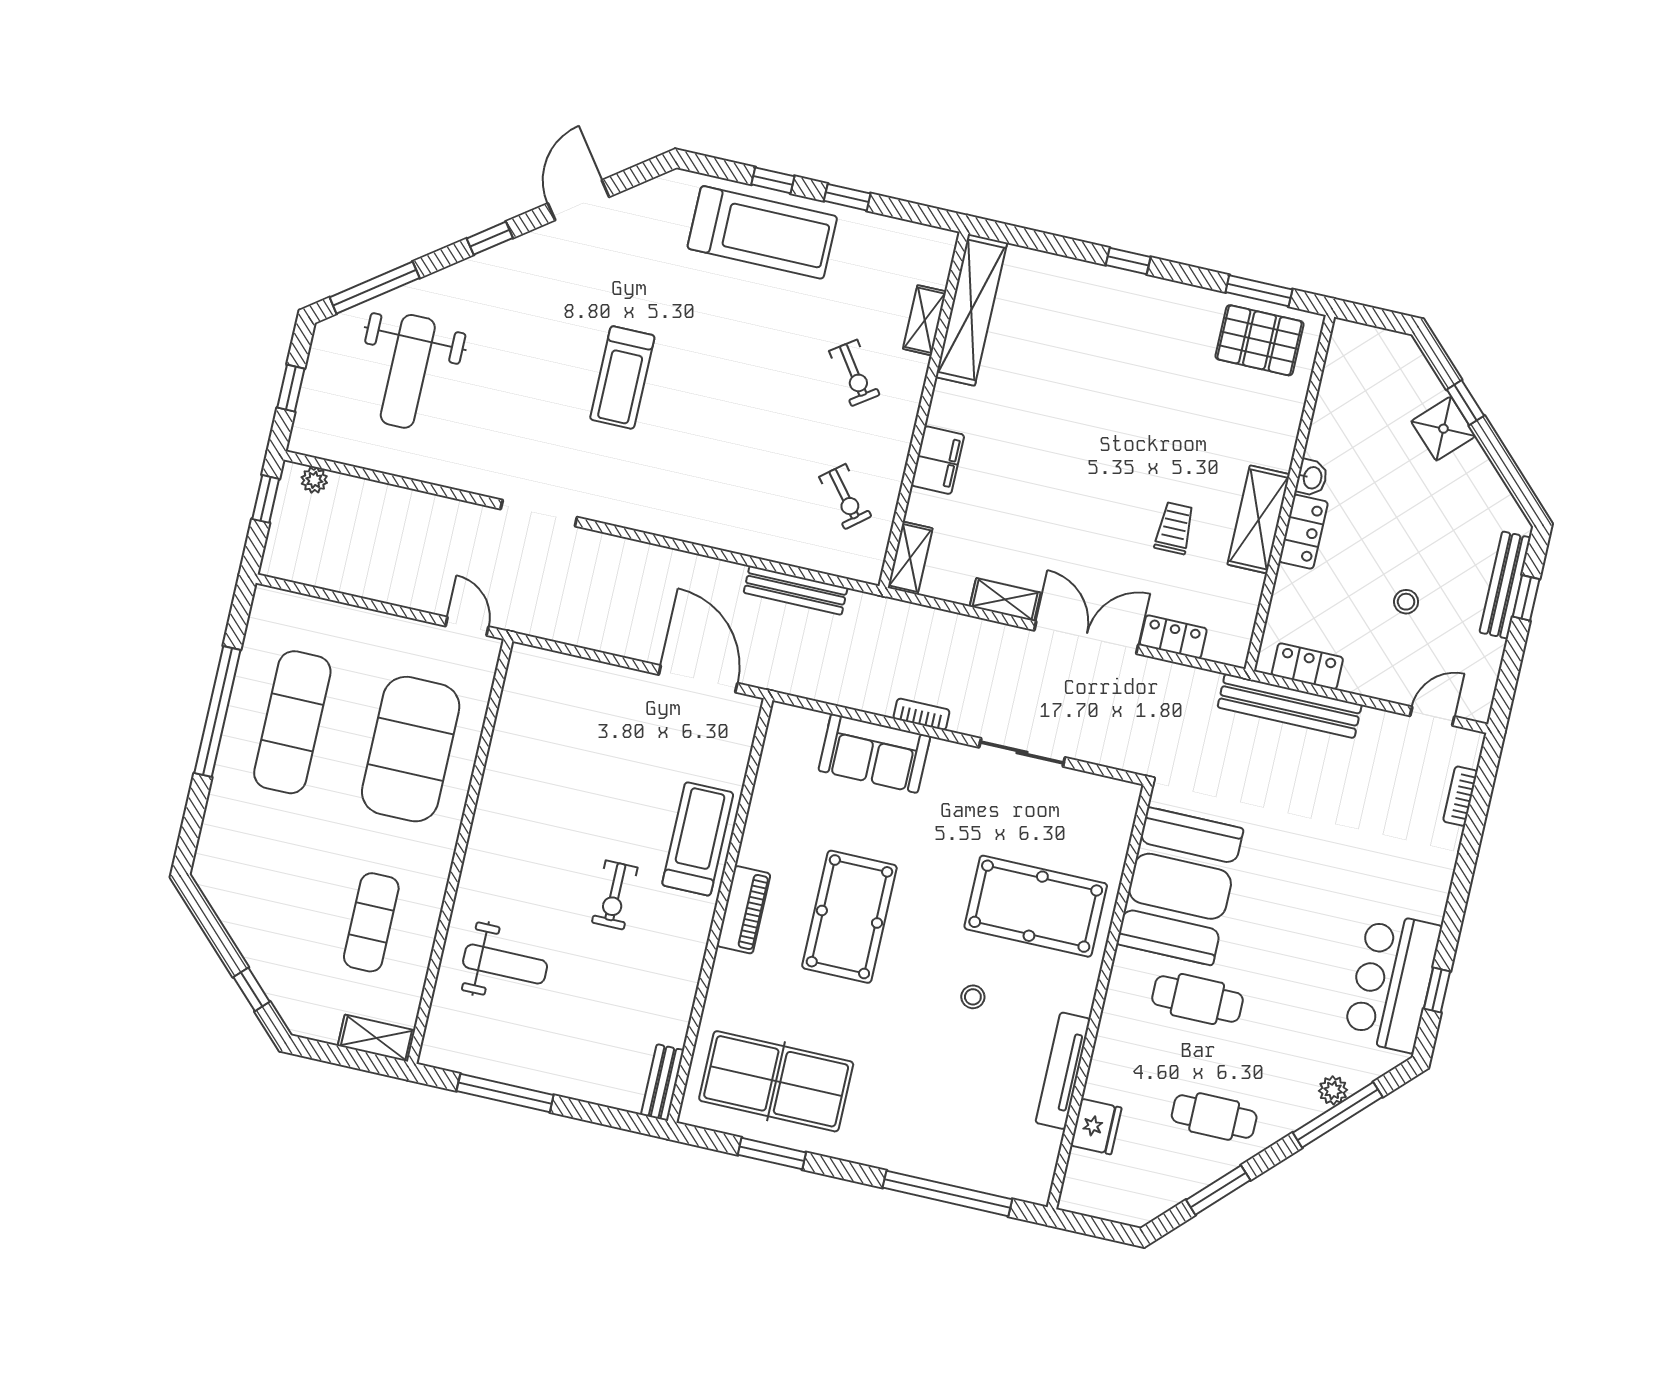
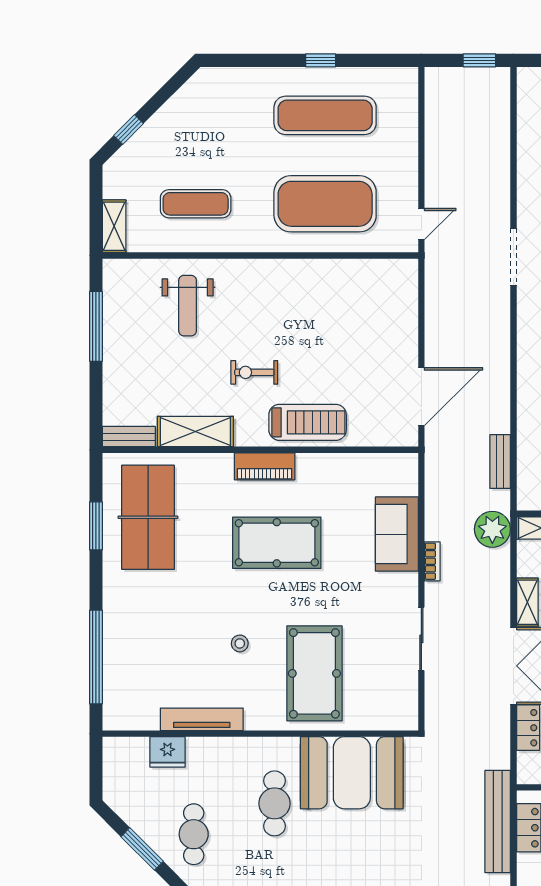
plant: (314, 480) -> (492, 529), moved, width x1.88, depth x1.88
bench: (796, 590) -> (500, 462), width x0.73
window: (217, 712) -> (321, 60), width x0.32
shelving: (676, 992) -> (195, 432), added

